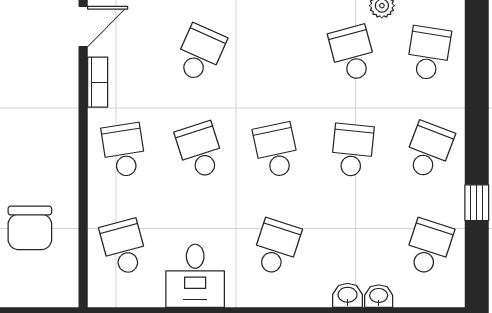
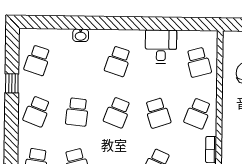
school desk: (124, 150) -> (198, 113), turned 30
school desk: (276, 150) -> (117, 112), turned 33
washbasin: (379, 296) -> (64, 35), removed

